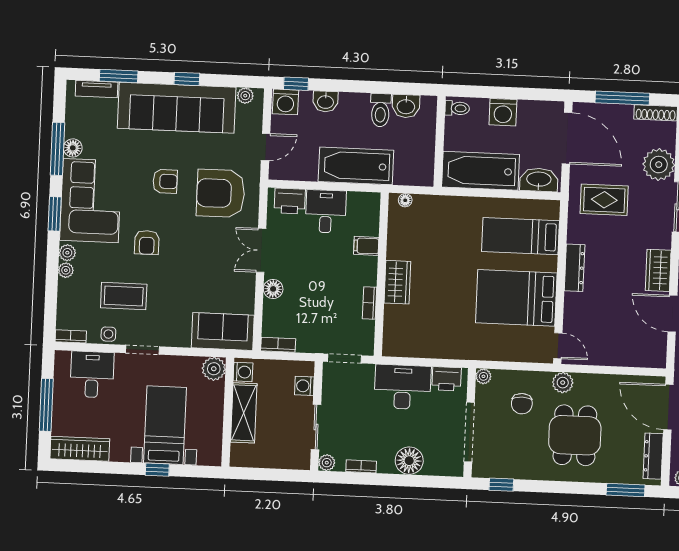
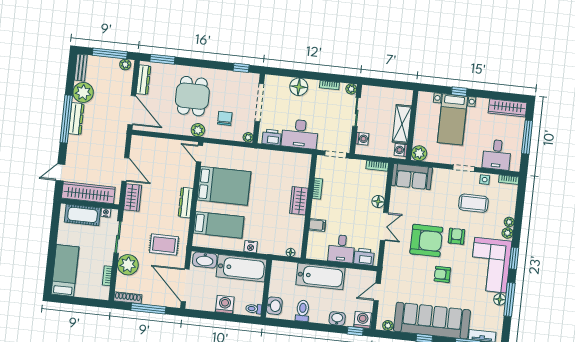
washbasin: (406, 106) -> (274, 306), moved, turned 90
armchair: (221, 193) -> (426, 240), moved
nightstand: (468, 205) -> (251, 247), added

